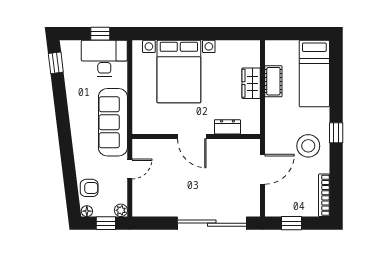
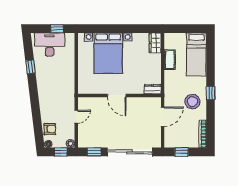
desk: (104, 58) -> (50, 45), moved
window: (56, 63) -> (30, 67), moved
wardrobe: (251, 83) -> (155, 43), moved
sofa: (113, 122) -> (65, 86), removed
dresser: (227, 127) -> (153, 89), moved
window: (157, 223) -> (94, 152), added

